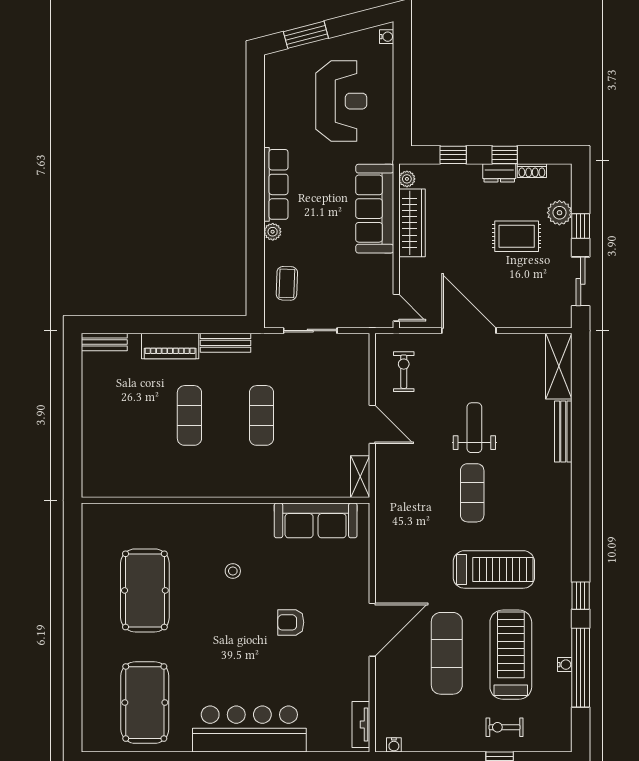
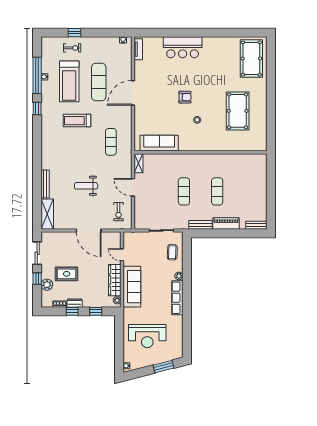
reception desk: (341, 101) -> (147, 336), turned -90
door: (396, 308) -> (122, 255), moved
weight bench: (474, 428) -> (86, 186), turned 90
exercise mat: (472, 493) -> (111, 142), moved
treadmill: (494, 569) -> (77, 121), width x0.73, depth x0.73
armchair: (291, 622) -> (185, 97), moved
pool table: (145, 703) -> (251, 59), moved
bar counter: (249, 729) -> (183, 47), width x0.73

